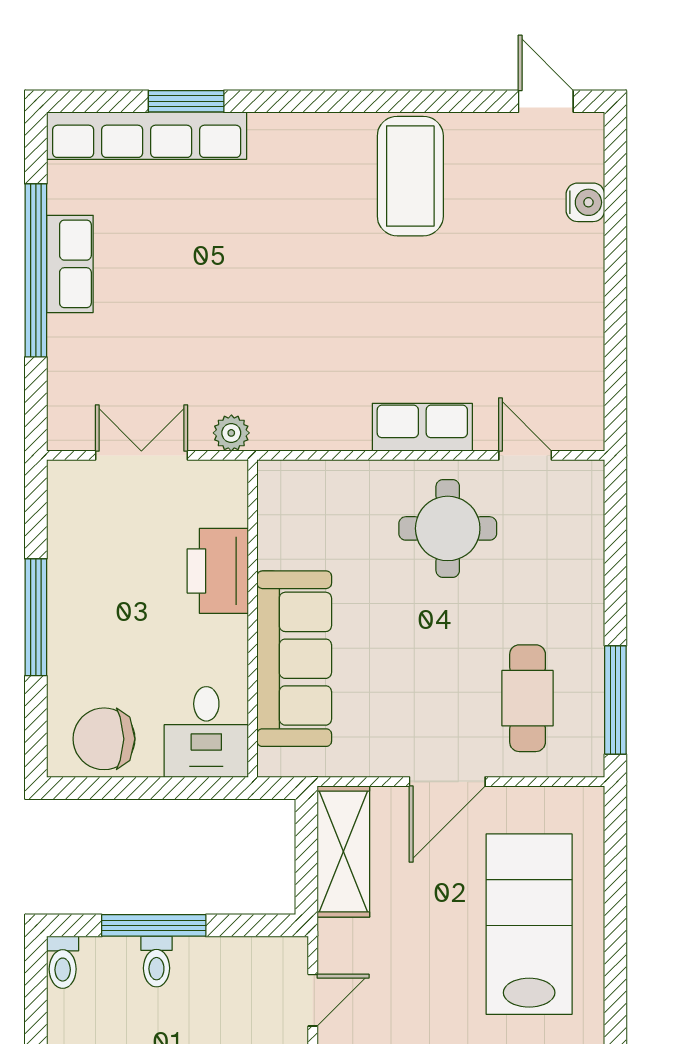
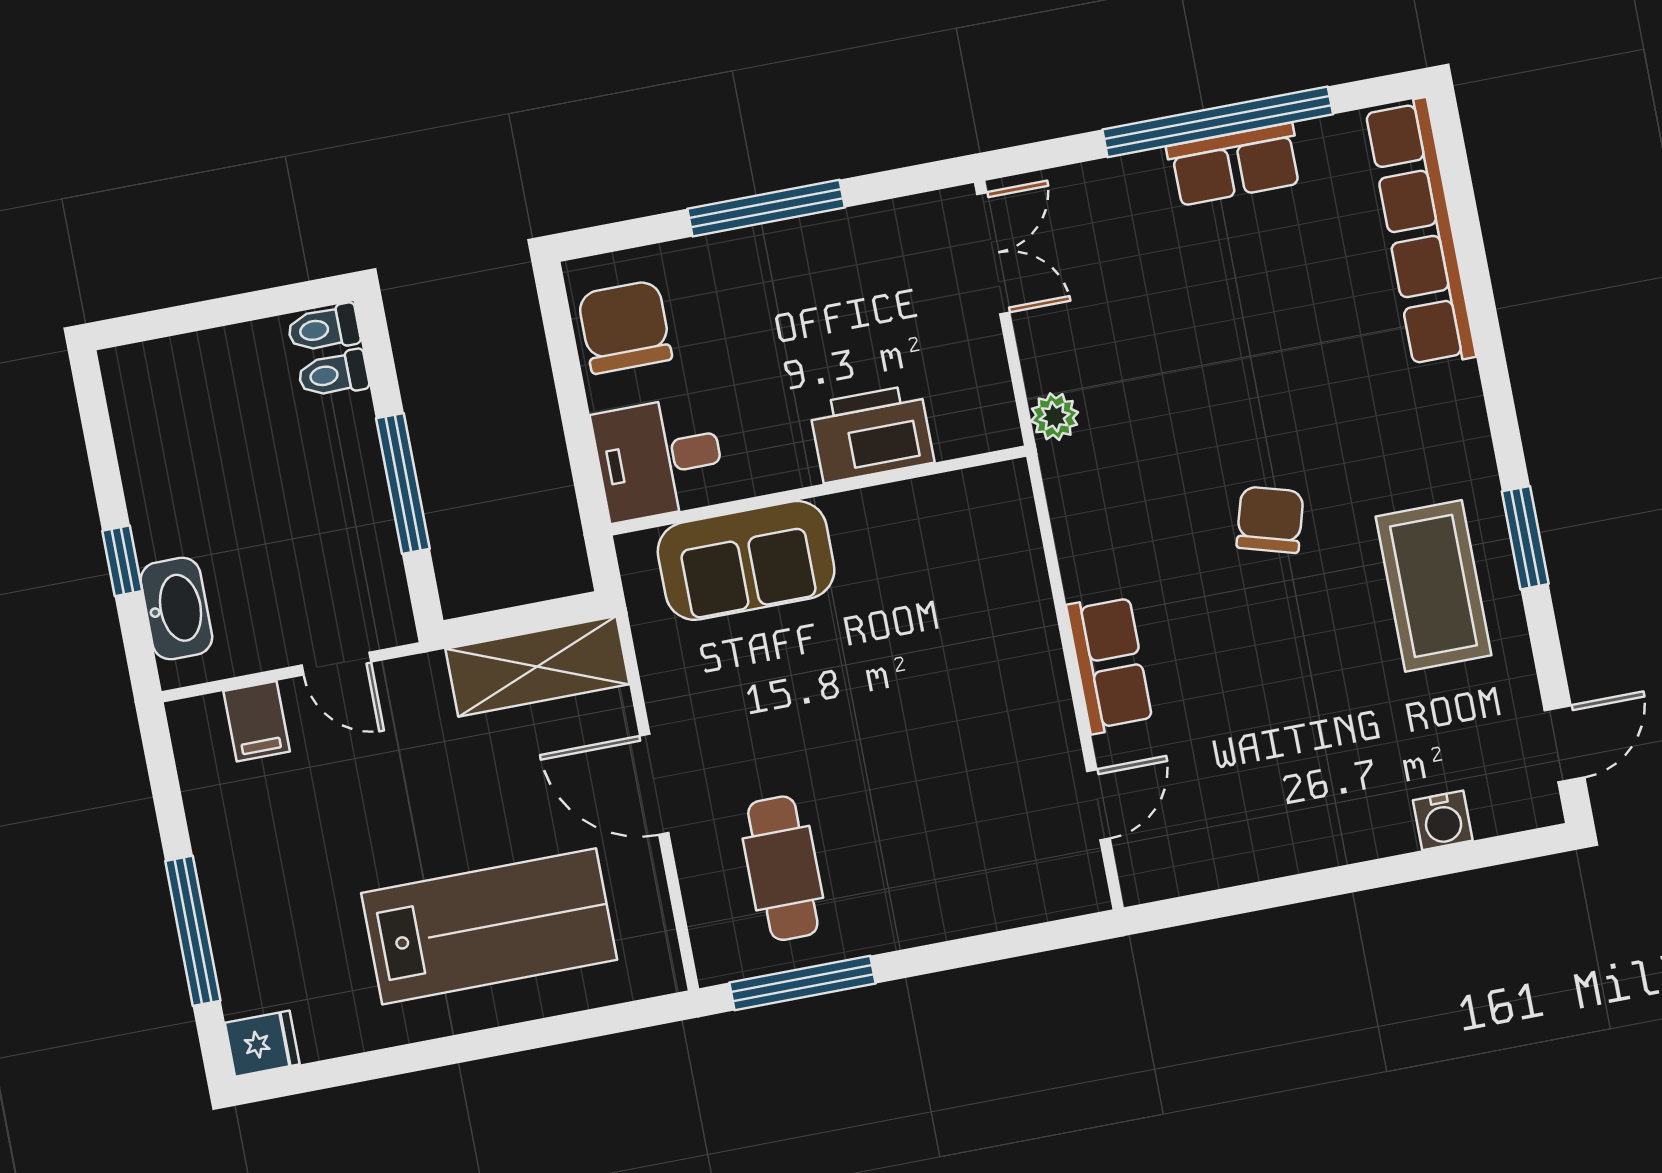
window: (186, 101) -> (1525, 538), moved
coffee table: (410, 176) -> (1434, 586), turned 90
chair: (338, 288) -> (1270, 520), added
double door: (141, 455) -> (993, 253), moved
round table: (448, 528) -> (984, 722), removed
sofa: (294, 659) -> (746, 560), width x0.73
cafe table: (528, 698) -> (783, 868), turned 90
window: (154, 925) -> (403, 483), moved
toilet: (156, 962) -> (333, 374), moved

